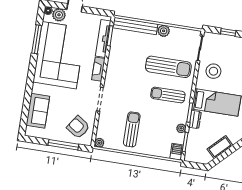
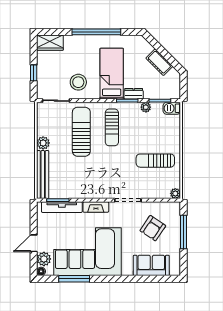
armchair: (78, 127) -> (153, 228), moved

